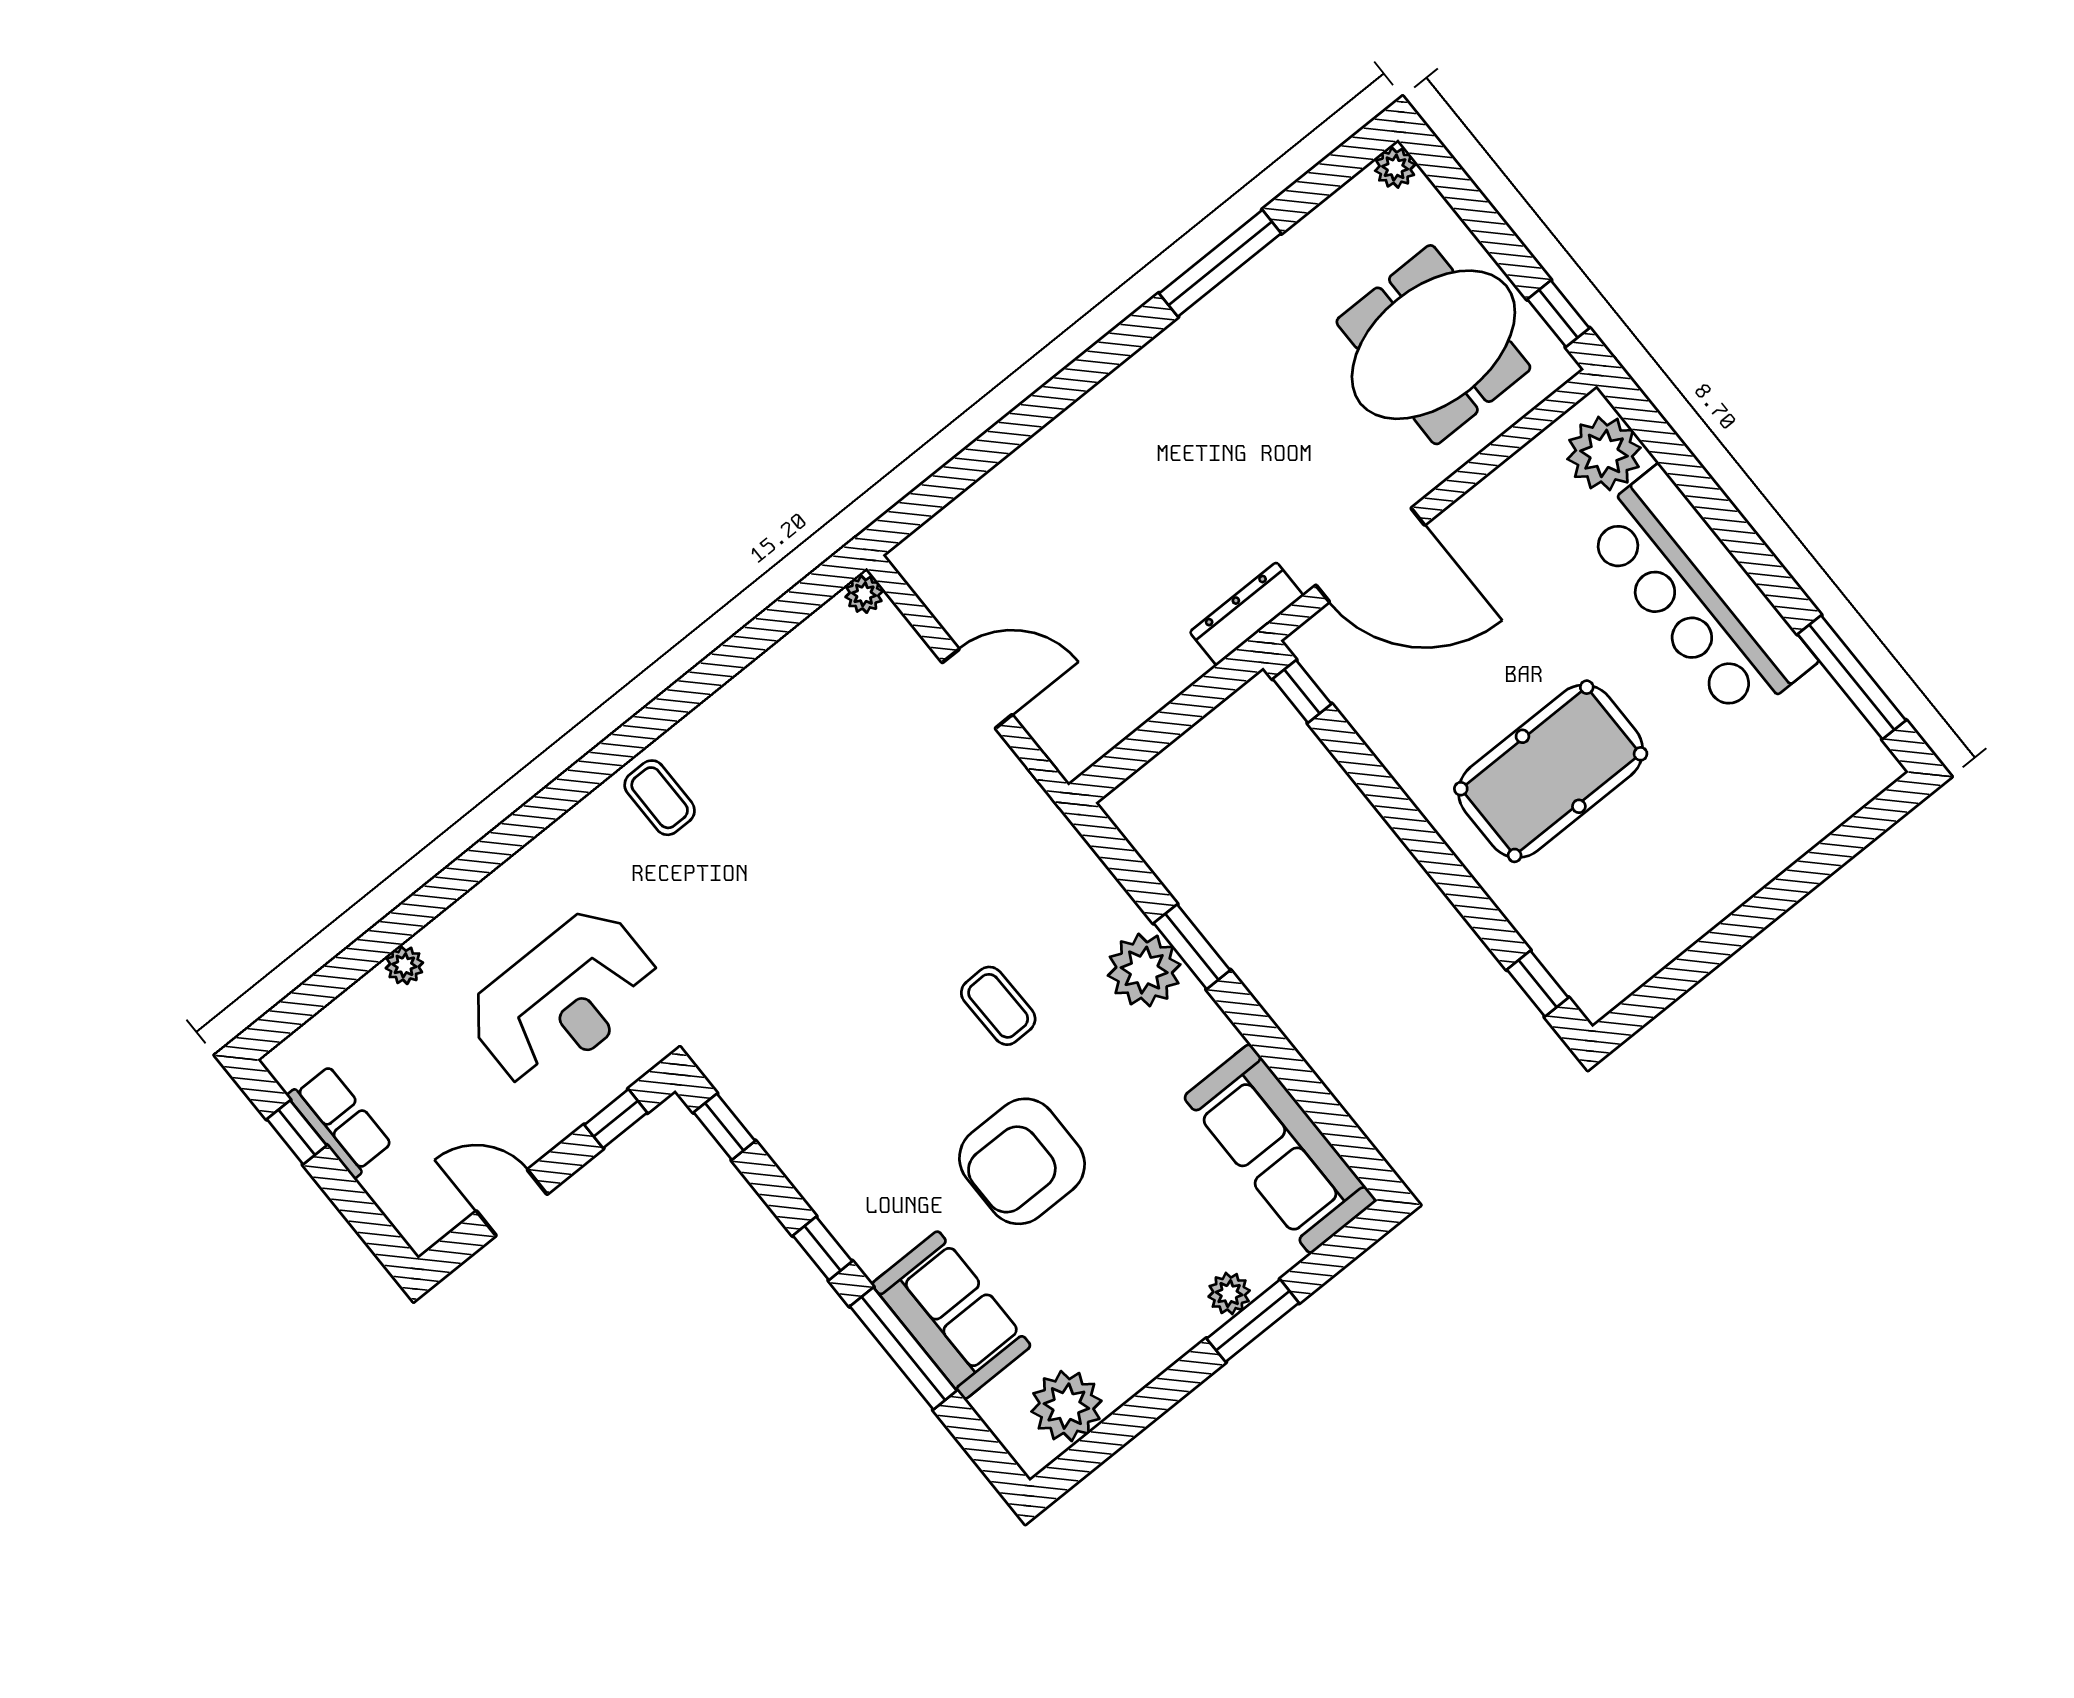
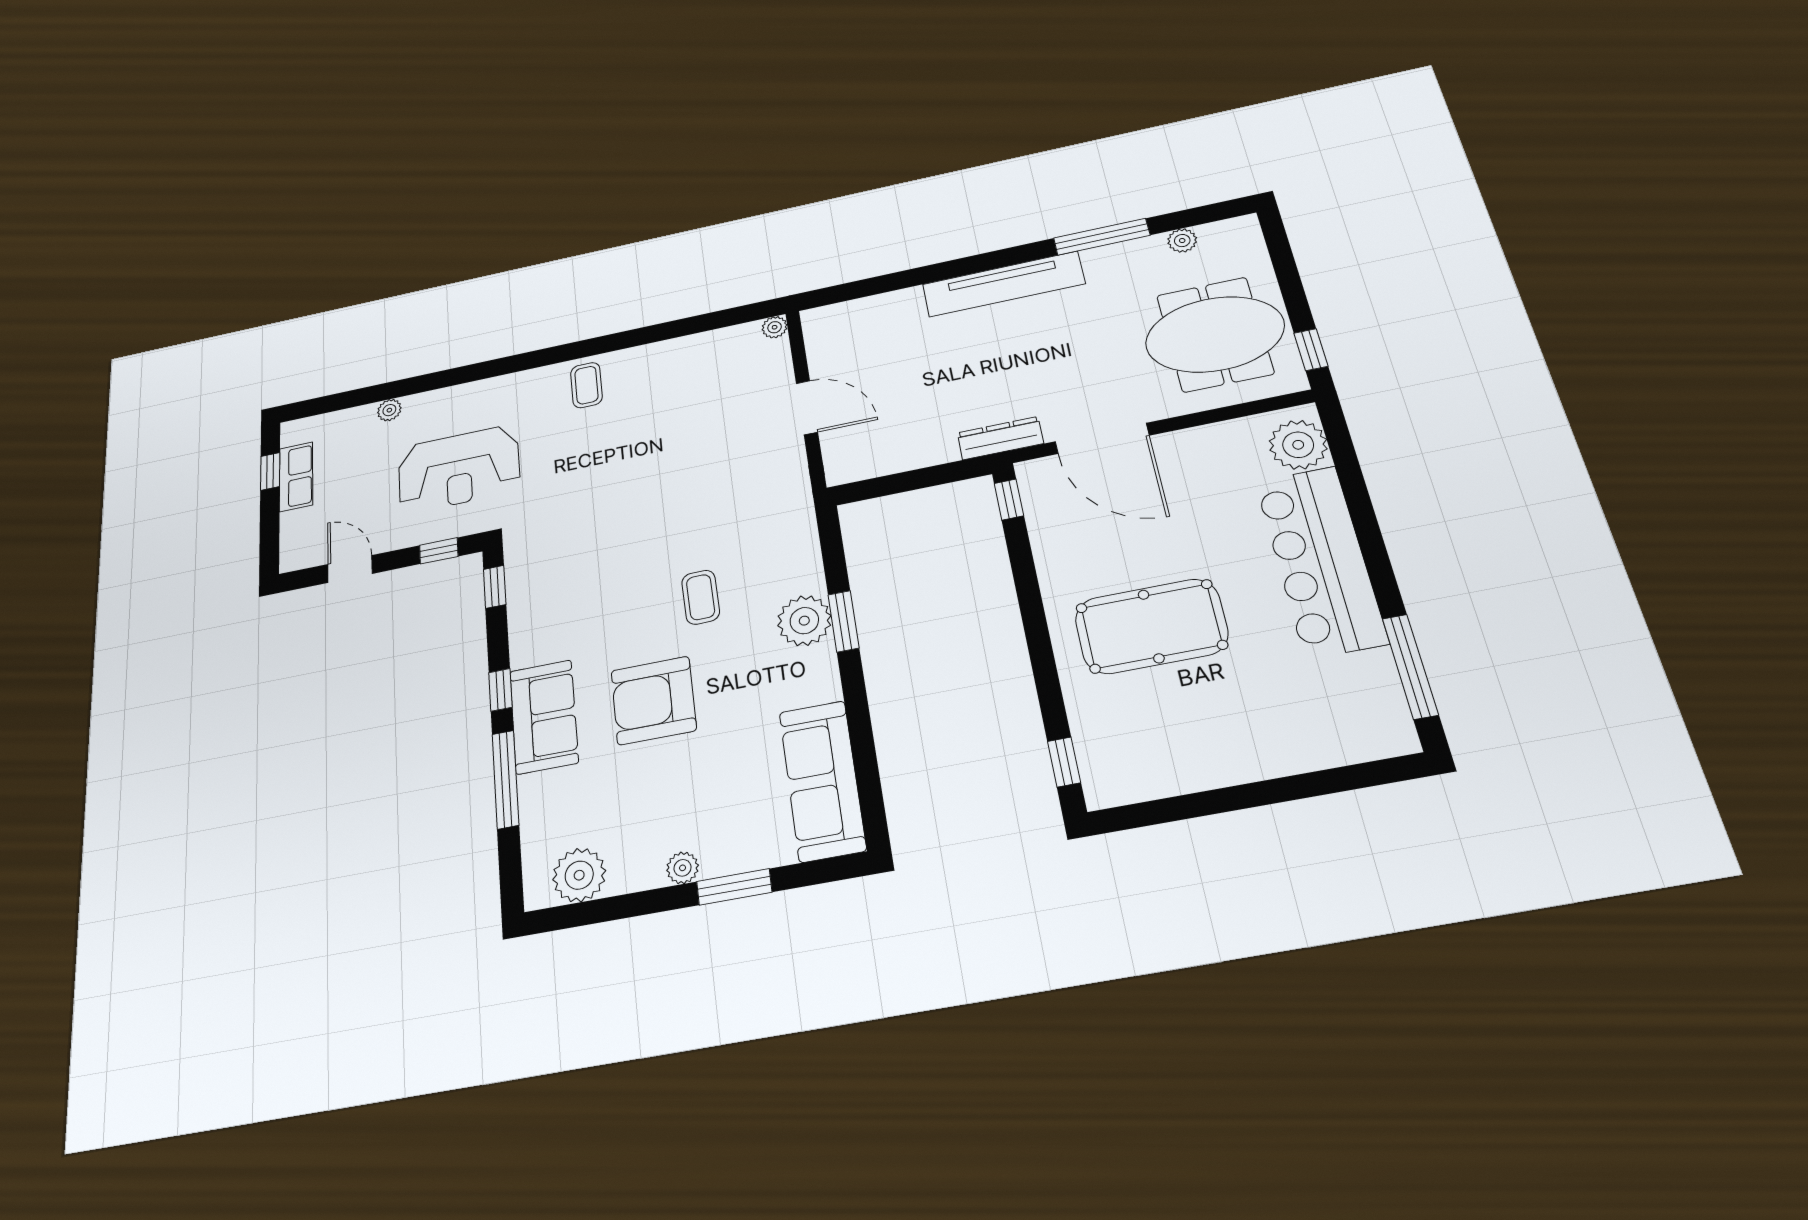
plant: (1395, 168) -> (1182, 241), moved
tv unit: (1131, 392) -> (1003, 284), added
plant: (1229, 1294) -> (683, 868), moved
sofa: (951, 1315) -> (544, 717), moved

